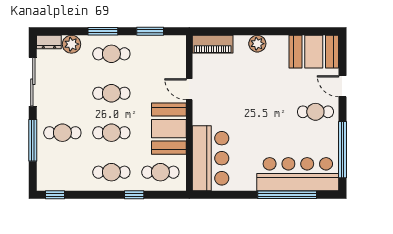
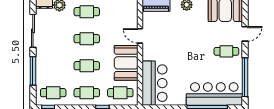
door: (343, 86) -> (245, 34), swing flipped
cafe table: (62, 133) -> (53, 93), moved

